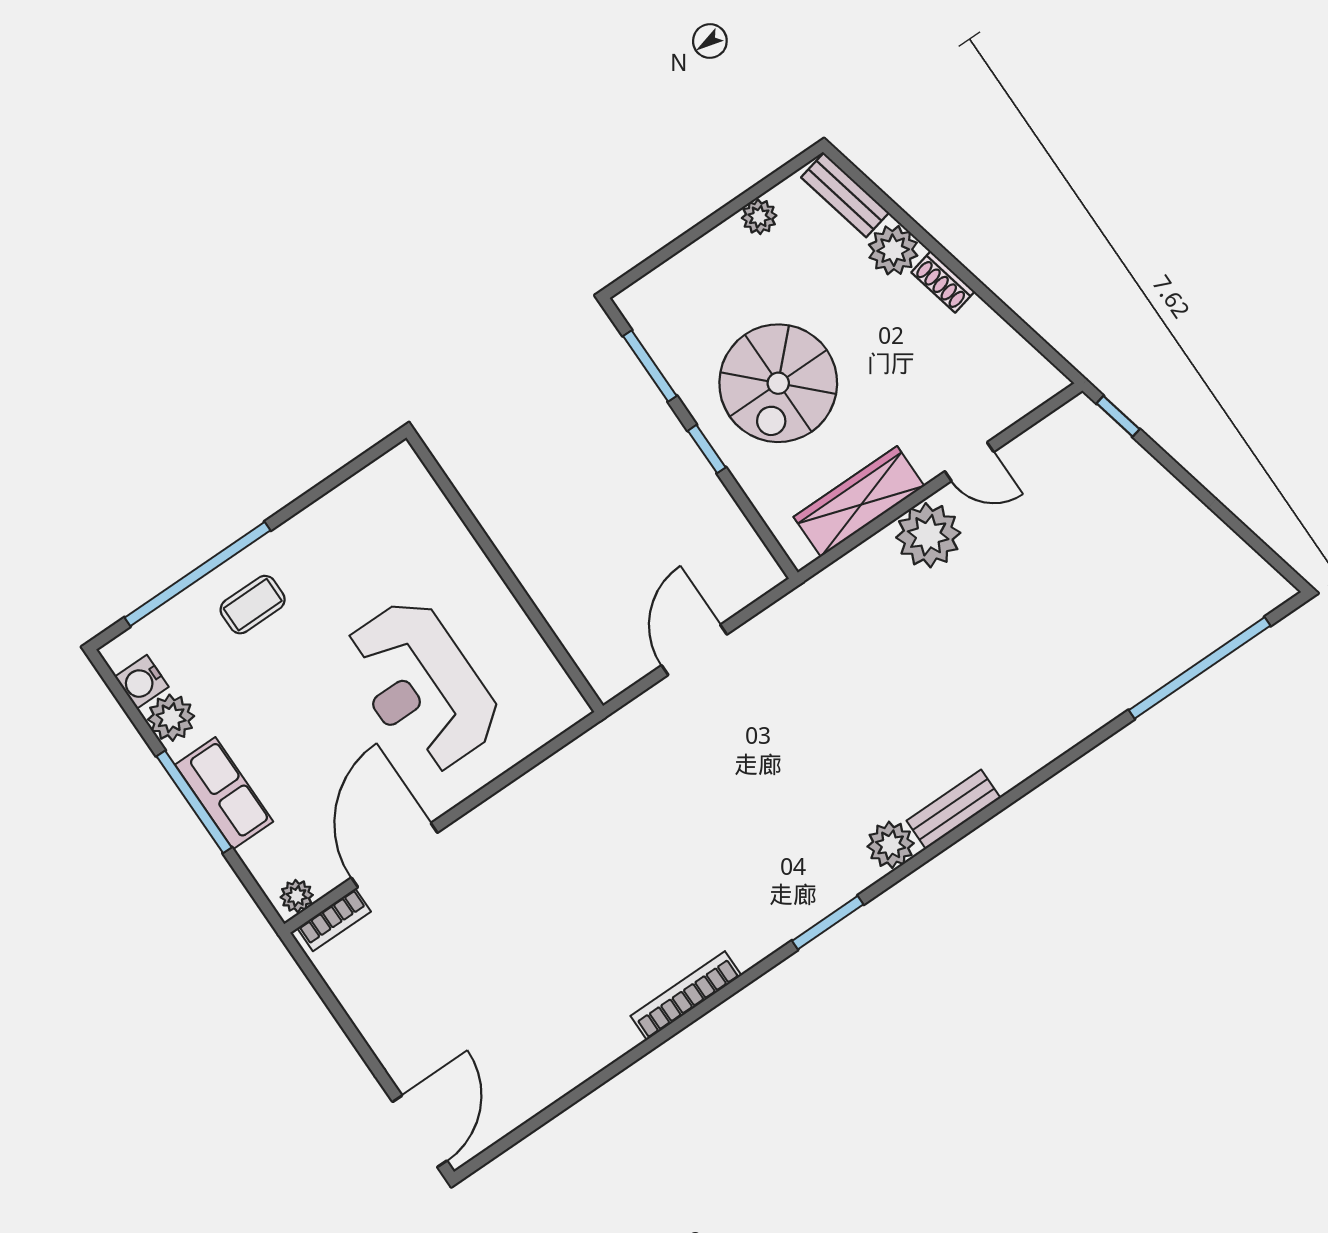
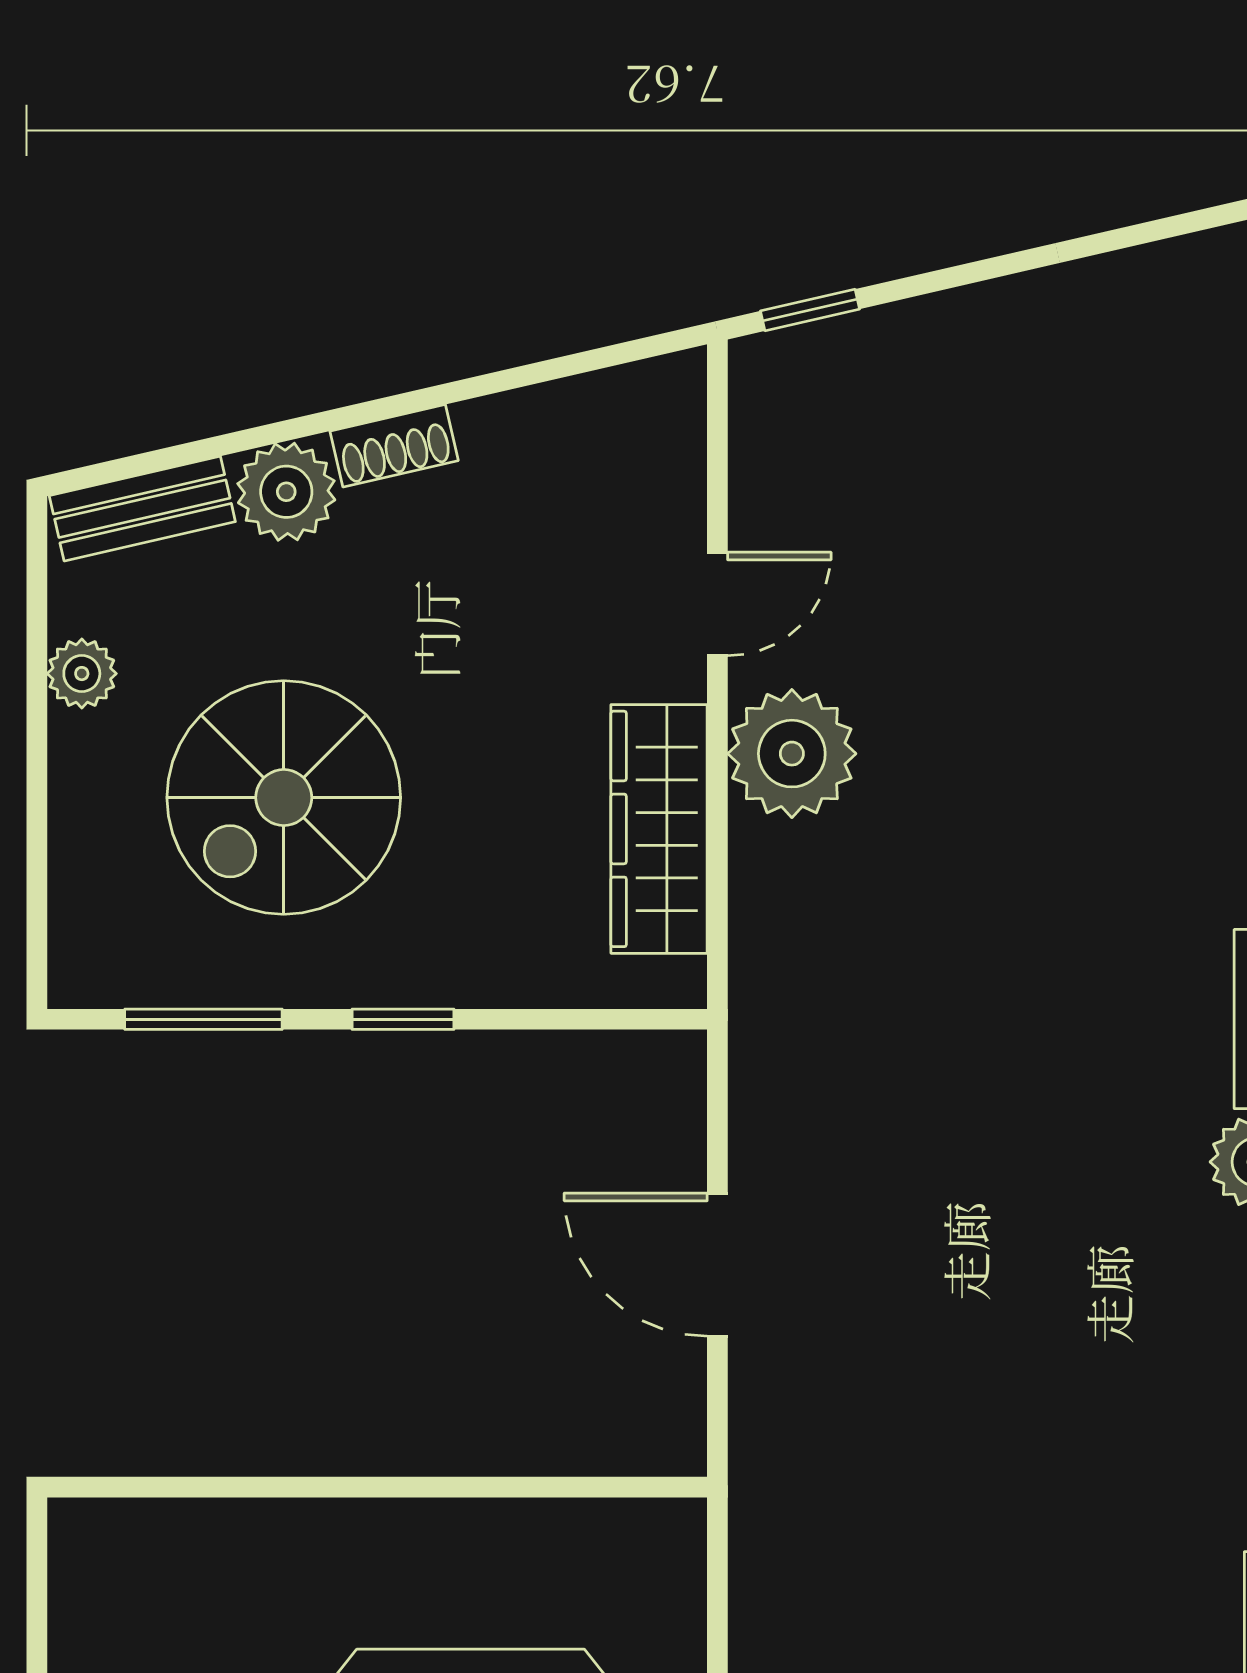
spiral stairs: (778, 383) -> (284, 798), moved, turned 90

